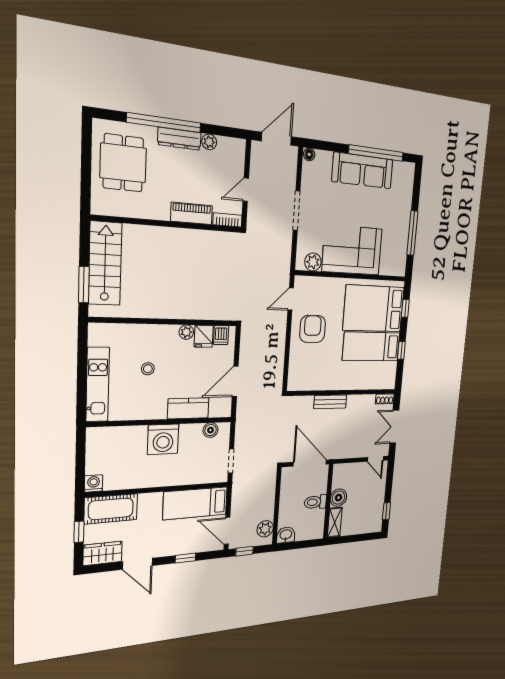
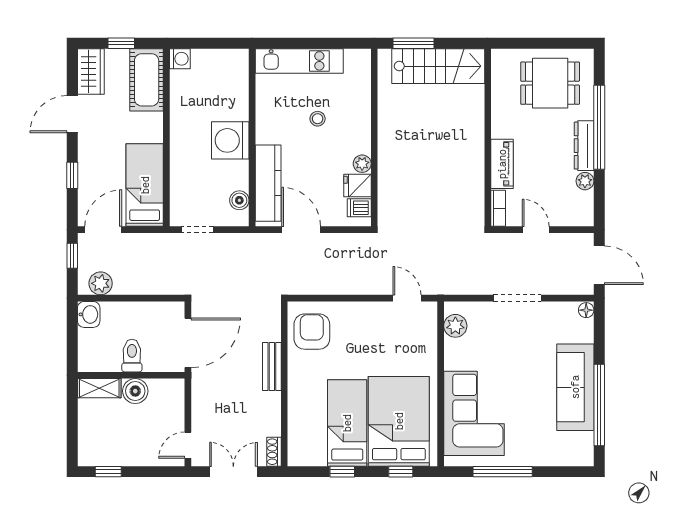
corner sofa: (352, 250) -> (474, 413), moved
armchair: (313, 329) -> (312, 332), moved, turned -90
kitchen counter: (188, 408) -> (268, 183), width x1.50

